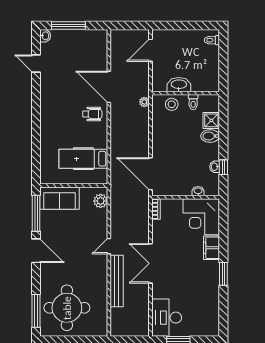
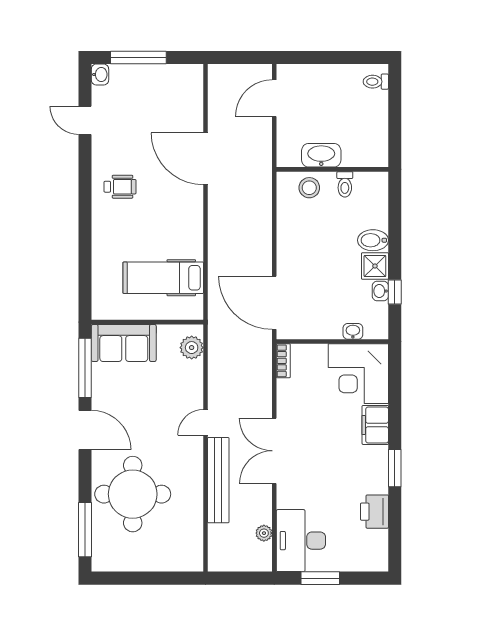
plant: (144, 102) -> (264, 533), moved
wheelchair: (92, 114) -> (120, 187), moved
shower: (211, 120) -> (375, 266), moved
printer: (211, 300) -> (374, 512), added
round table: (67, 308) -> (133, 494), moved

